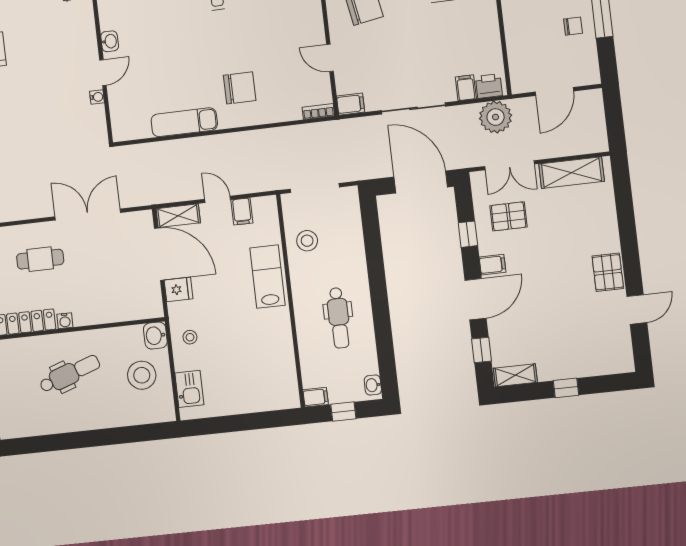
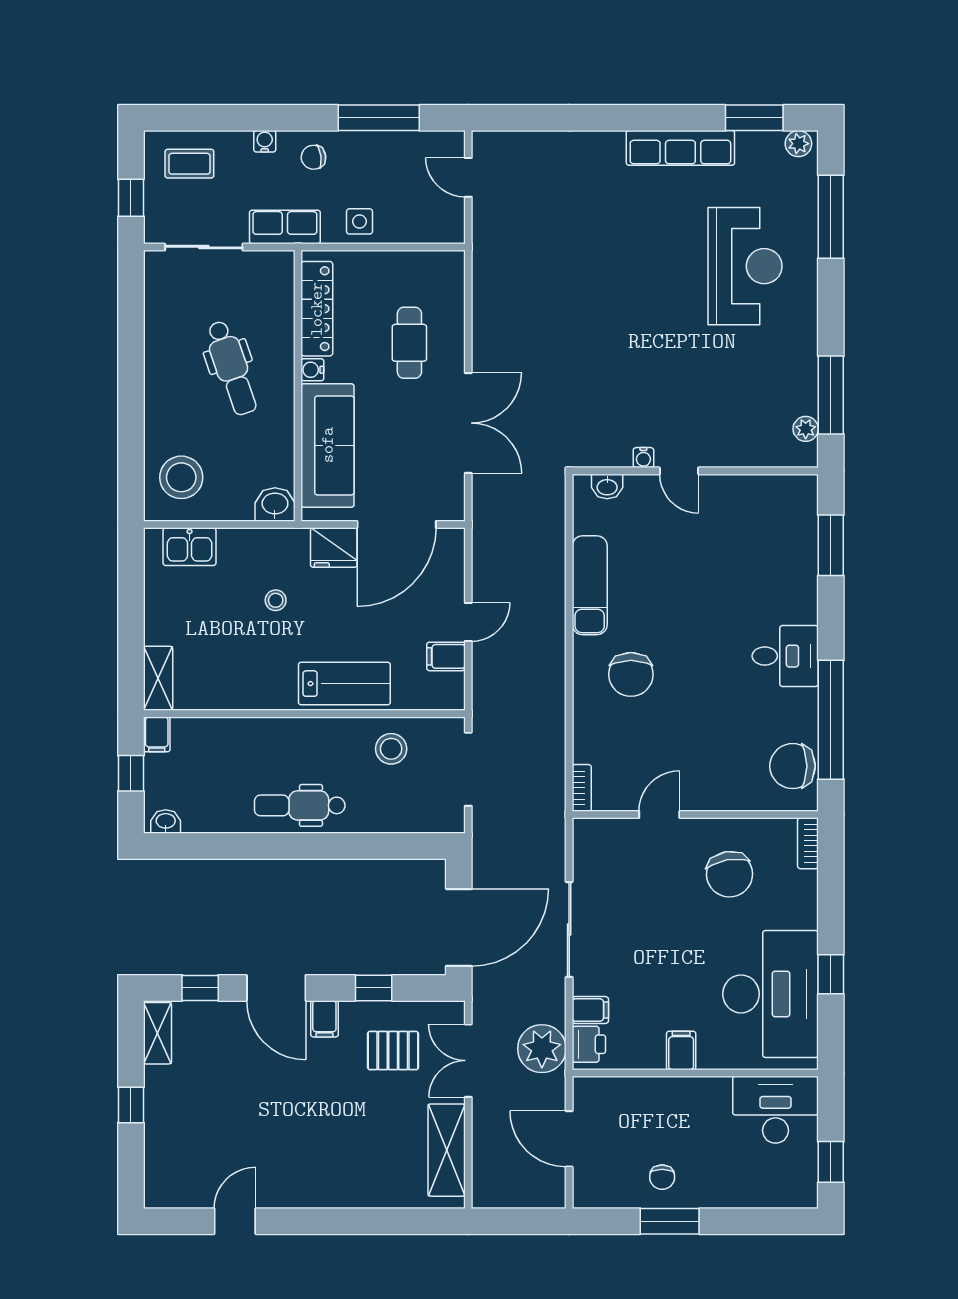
washbasin: (110, 41) -> (607, 487), moved
filing cabinet: (351, 104) -> (681, 1050), moved, turned 180
shelving: (178, 216) -> (158, 678), moved
pallet: (509, 216) -> (393, 1051), turned 90
pallet: (608, 272) -> (294, 1186), removed
fridge: (179, 289) -> (334, 548), width x1.38
sofa: (113, 305) -> (328, 445), added
door: (637, 309) -> (235, 1221), swing flipped
dental chair: (339, 318) -> (300, 805), moved
stool: (190, 337) -> (276, 600), moved
stool: (142, 375) -> (181, 477), moved

